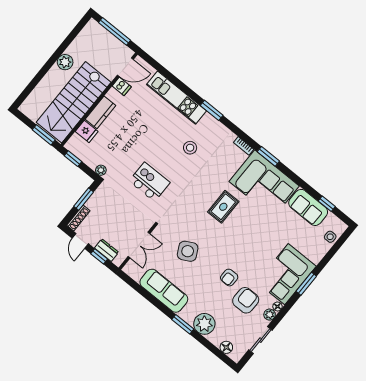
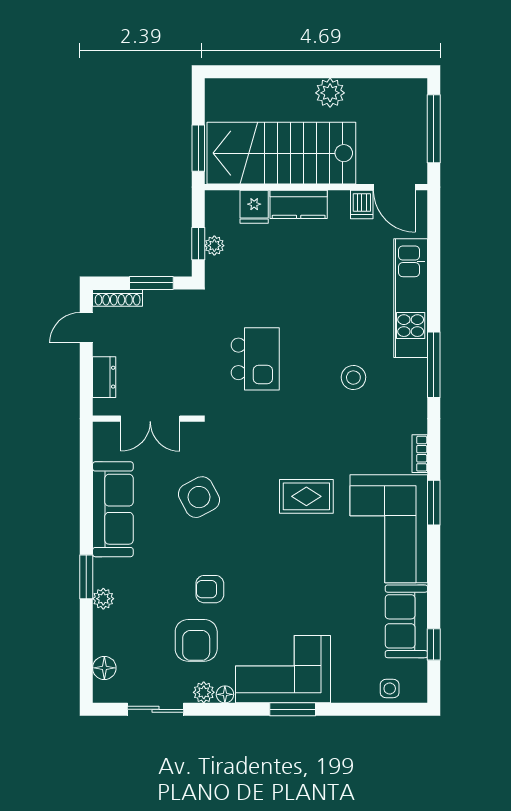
window: (212, 110) -> (434, 365), width x1.44
window: (73, 159) -> (198, 244), moved
plant: (101, 170) -> (214, 246), moved
window: (99, 256) -> (86, 374), removed
armchair: (246, 300) -> (196, 640), turned 90
plant: (204, 324) -> (103, 599), width x0.53, depth x0.53

